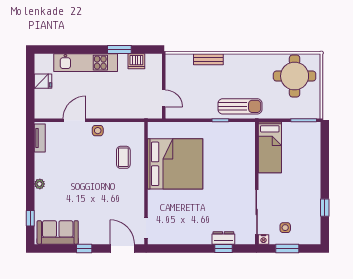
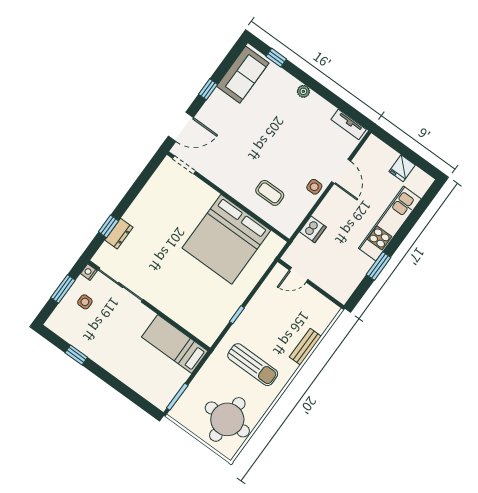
dishwasher: (136, 61) -> (313, 229), moved, turned 180
sun lounger: (240, 106) -> (253, 365), moved, turned -90

